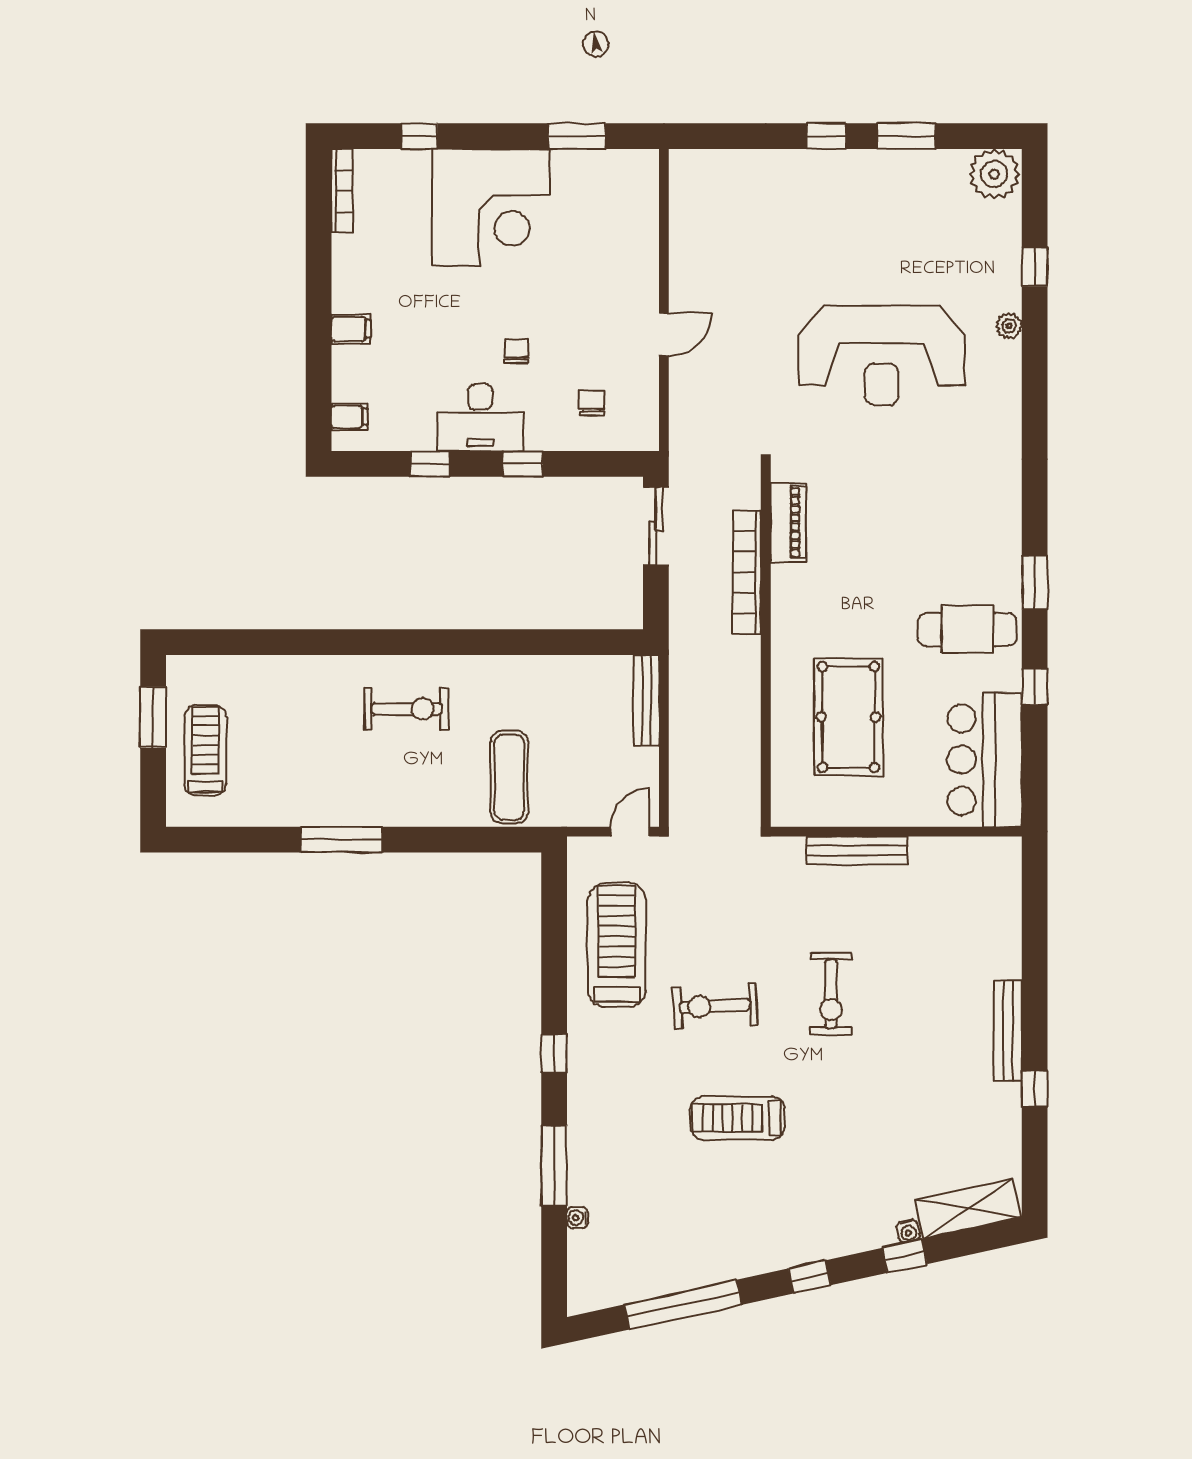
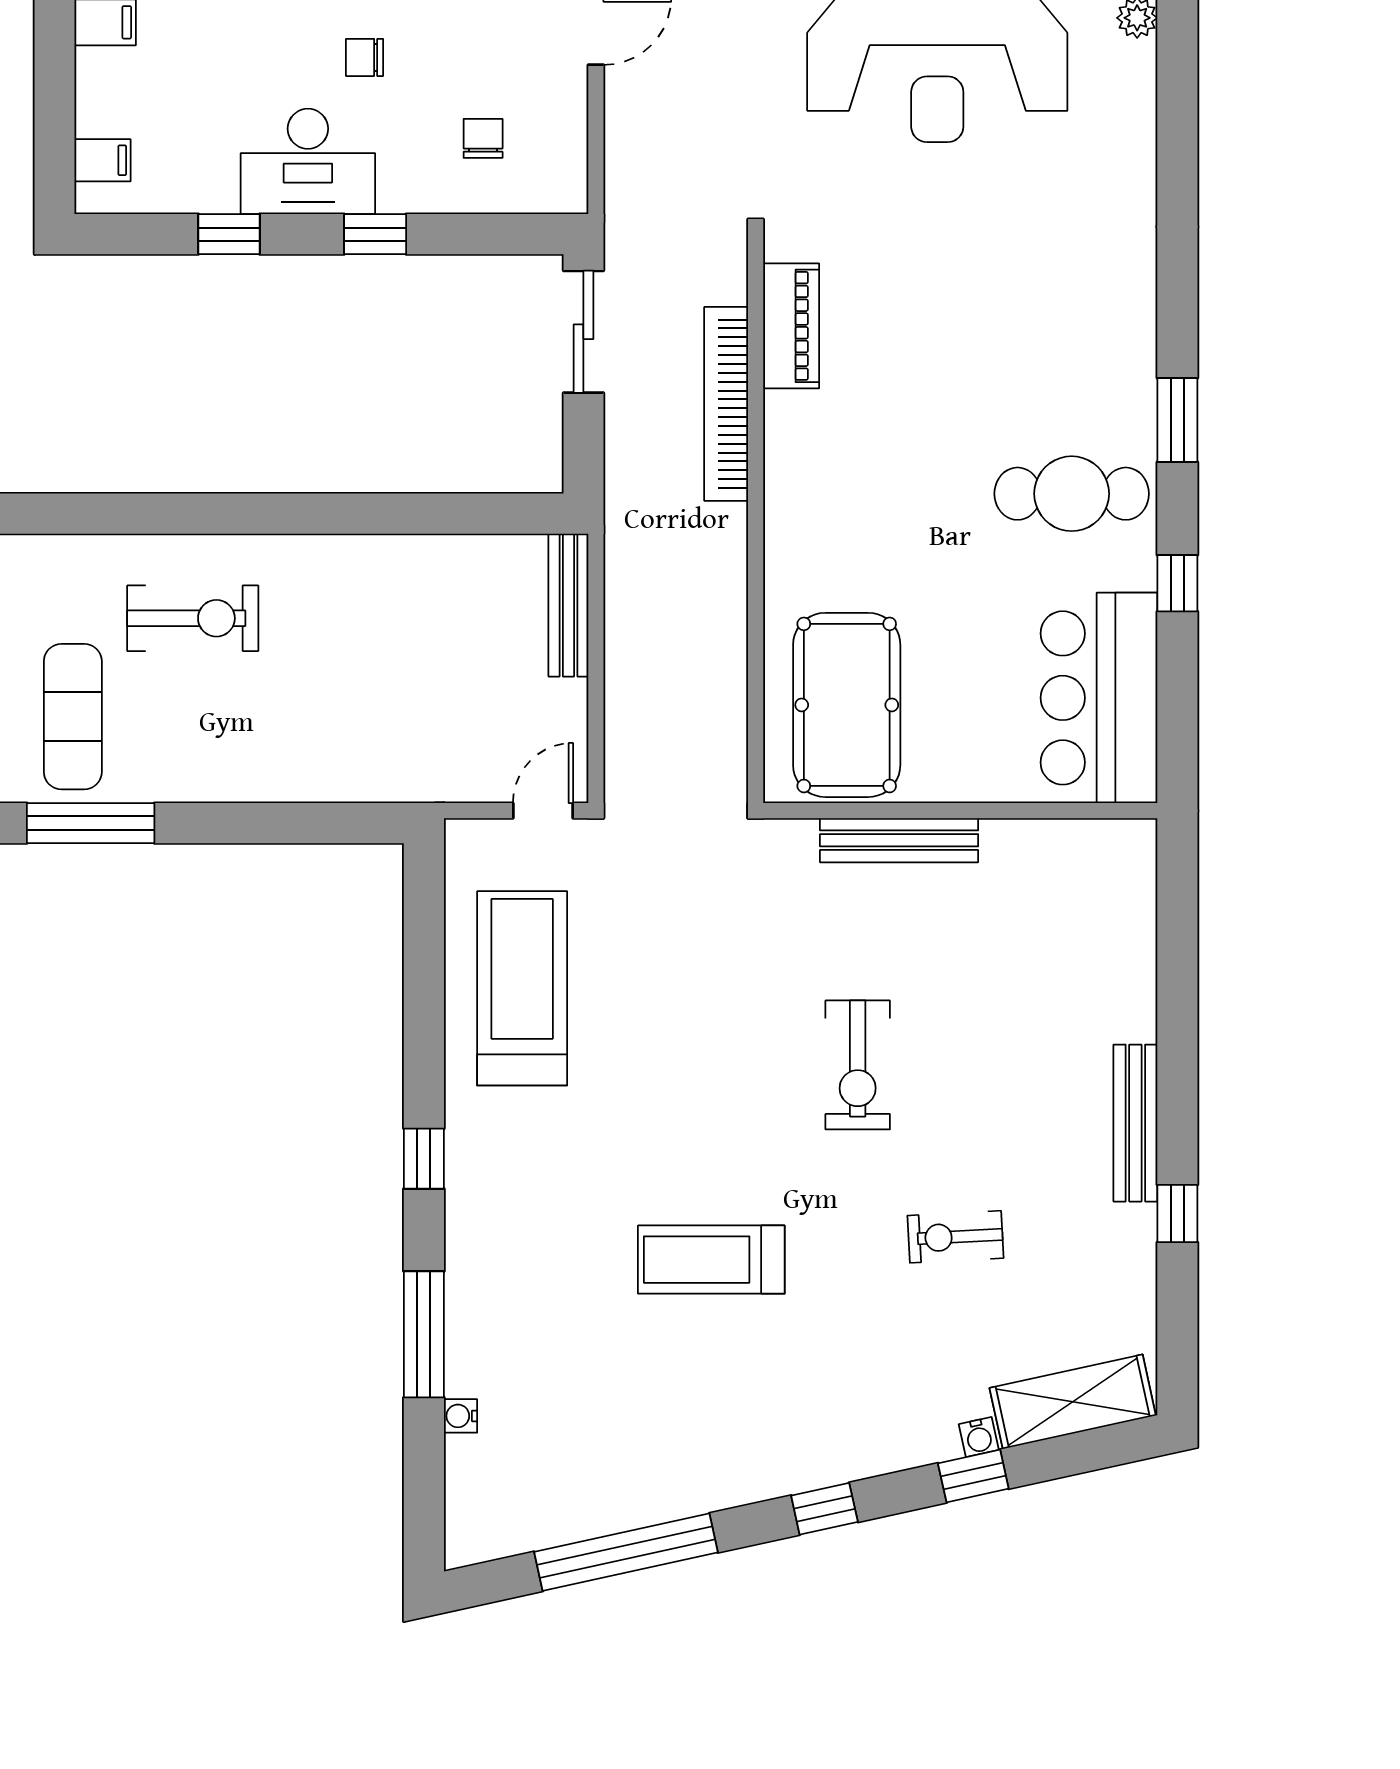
chair: (516, 351) -> (365, 57), turned -90
pool table: (848, 717) -> (847, 705), moved
exercise mat: (509, 777) -> (73, 717), moved
exercise bike: (715, 1006) -> (955, 1237), moved, width x0.73, depth x0.72

